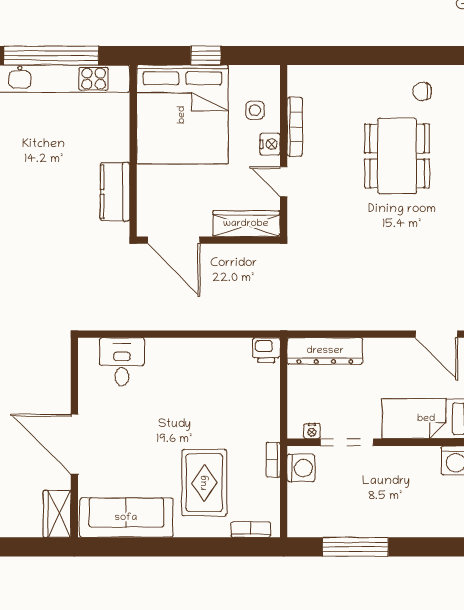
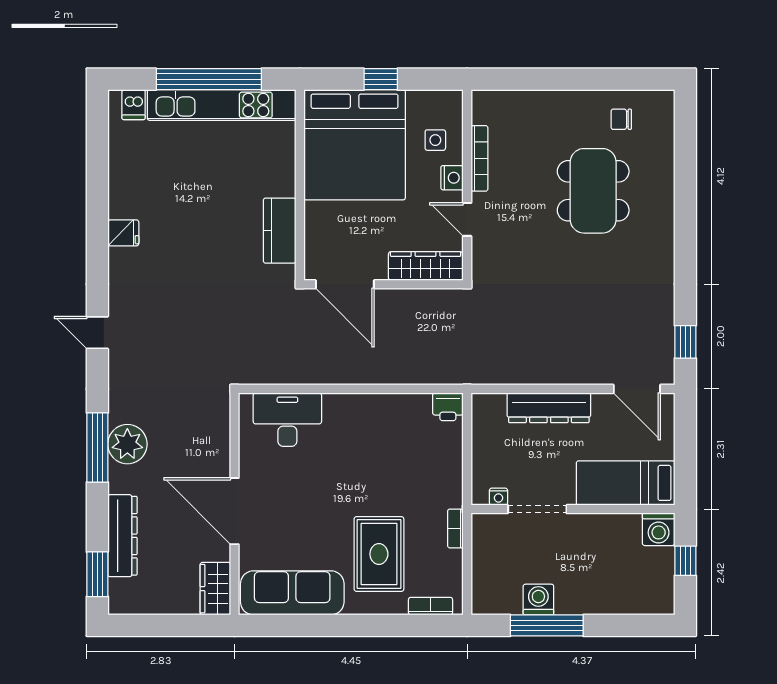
dresser: (325, 351) -> (549, 408), moved
desk: (122, 362) -> (287, 420), width x1.37
washing machine: (301, 468) -> (538, 600), moved, turned -90

